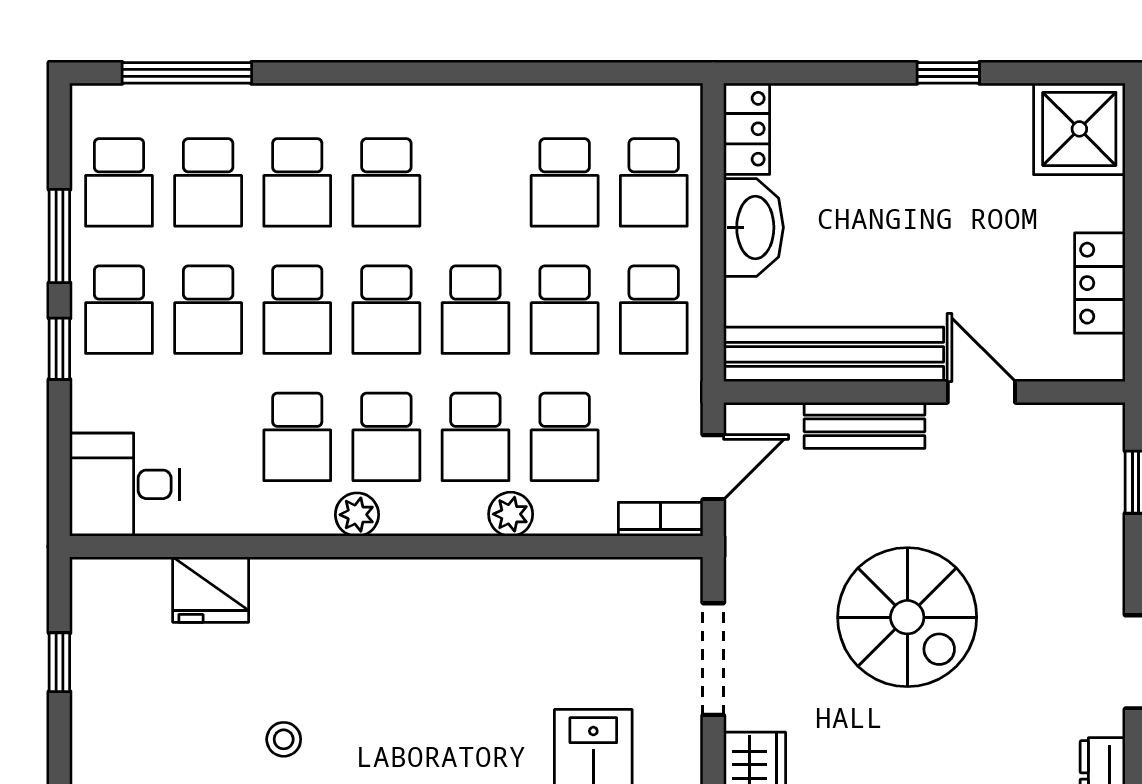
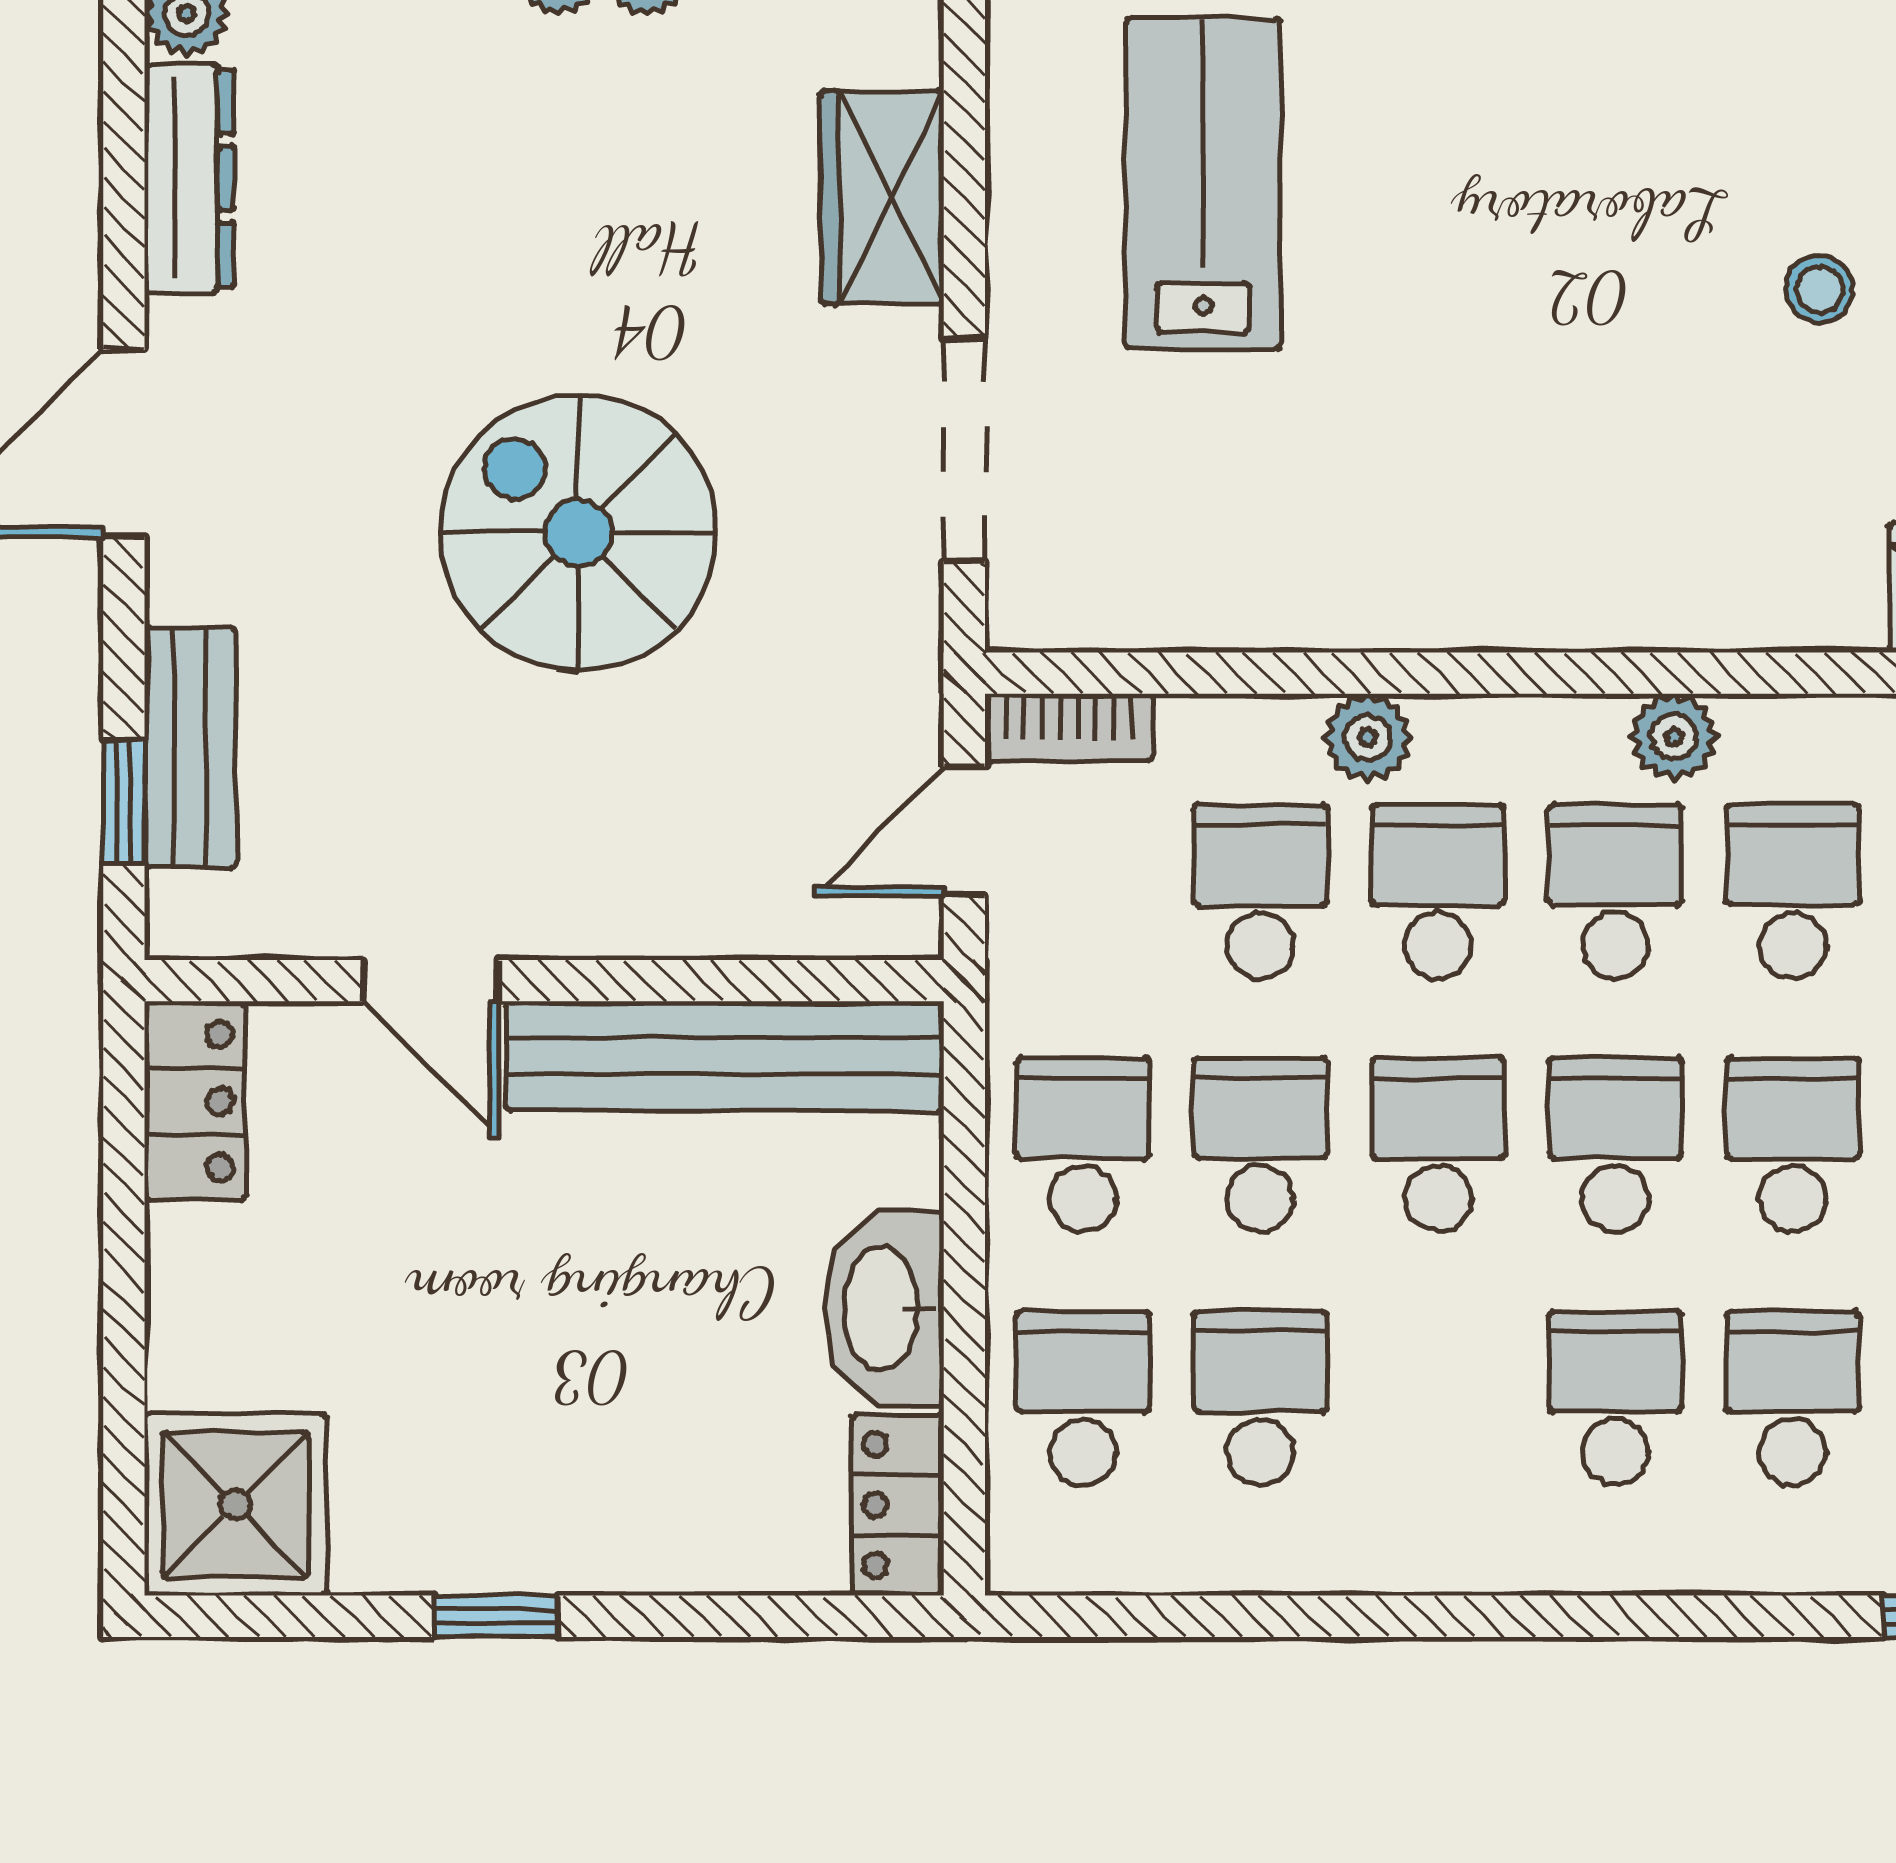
locker: (1100, 283) -> (195, 1101), moved
bench: (864, 425) -> (190, 748), moved, turned 90

